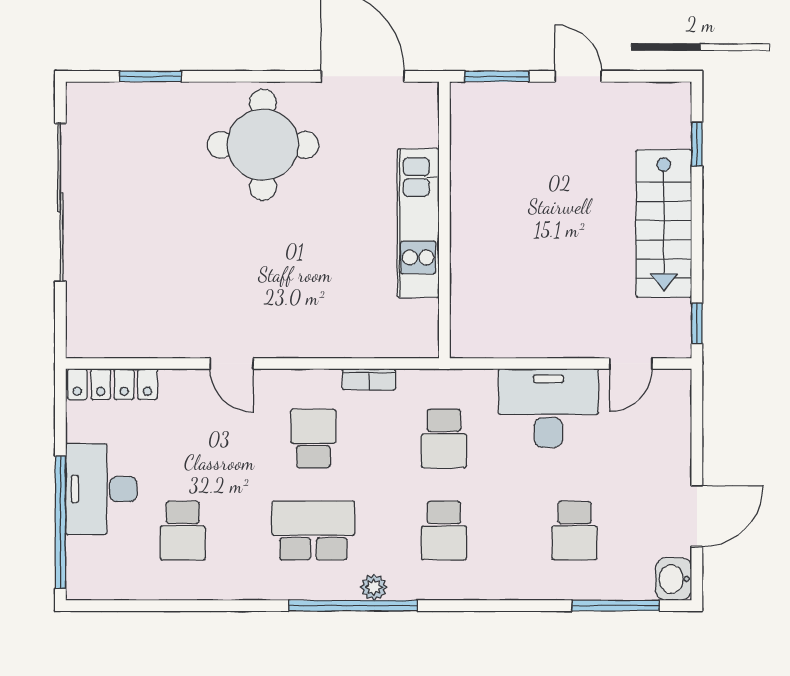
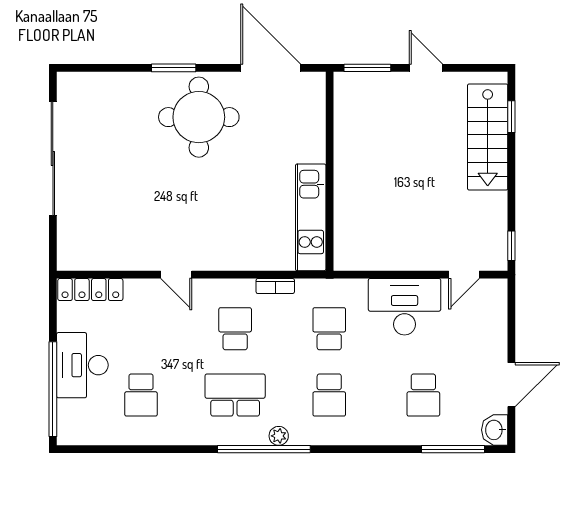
window: (150, 76) -> (174, 68), moved
kitchen unit: (418, 223) -> (311, 217), moved
stairs: (664, 224) -> (488, 137), moved
school desk: (444, 438) -> (329, 329), turned 180

